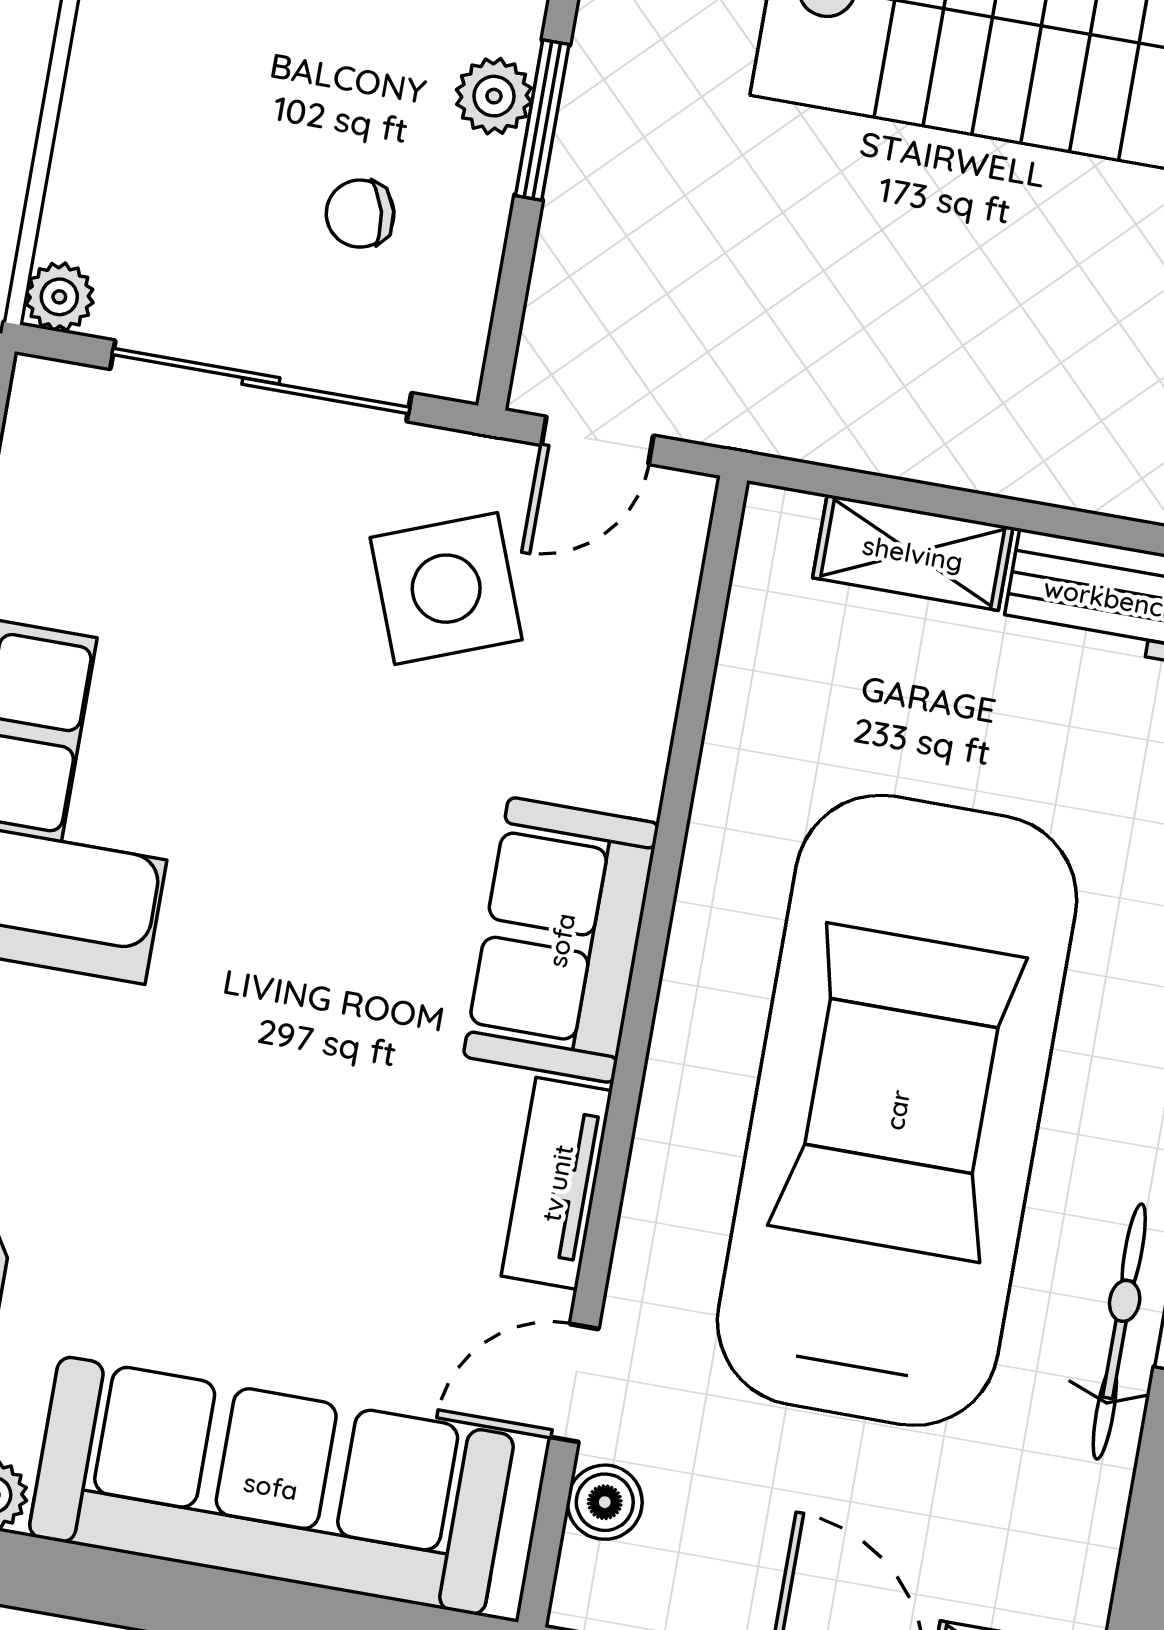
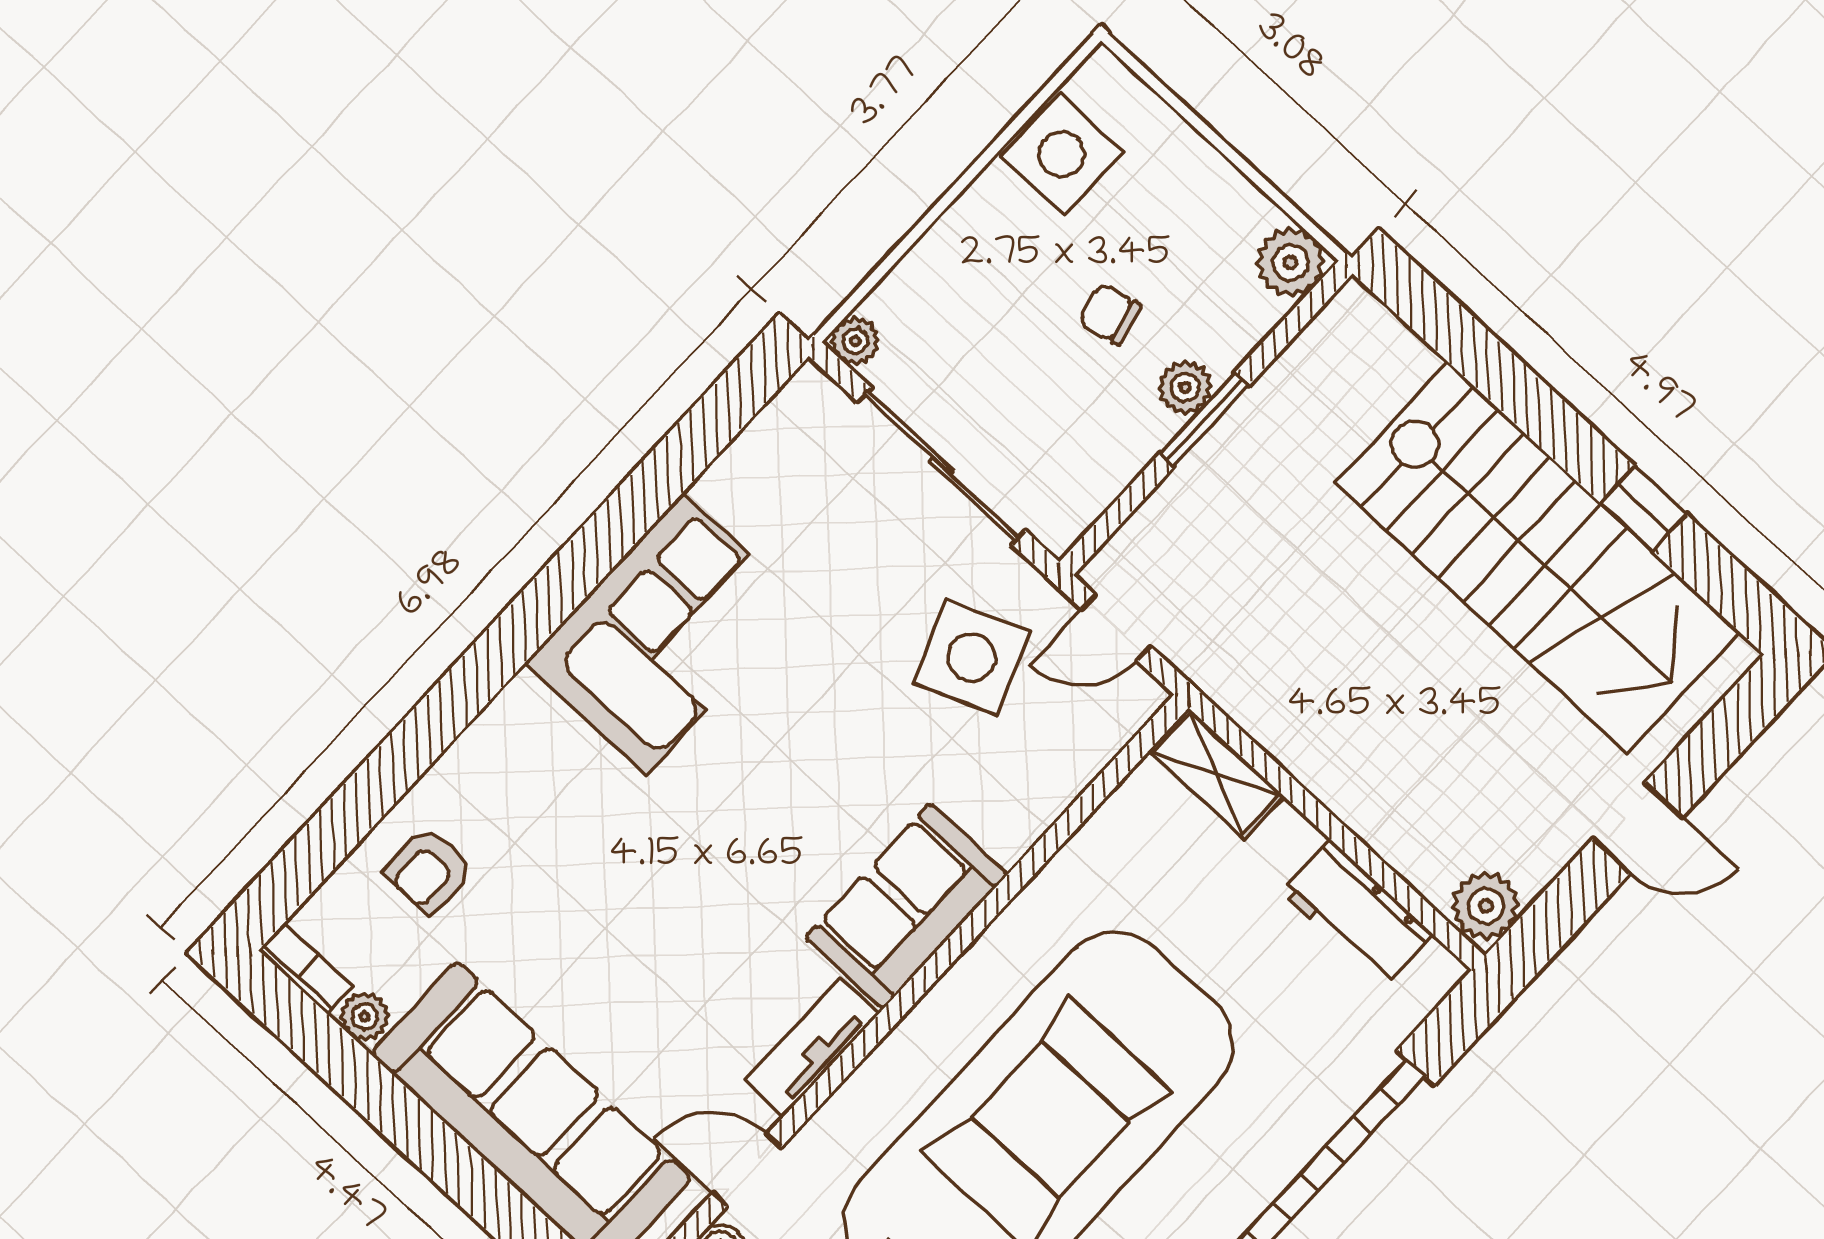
chair: (360, 214) -> (1110, 314), moved
shelving: (913, 553) -> (1216, 774), moved

